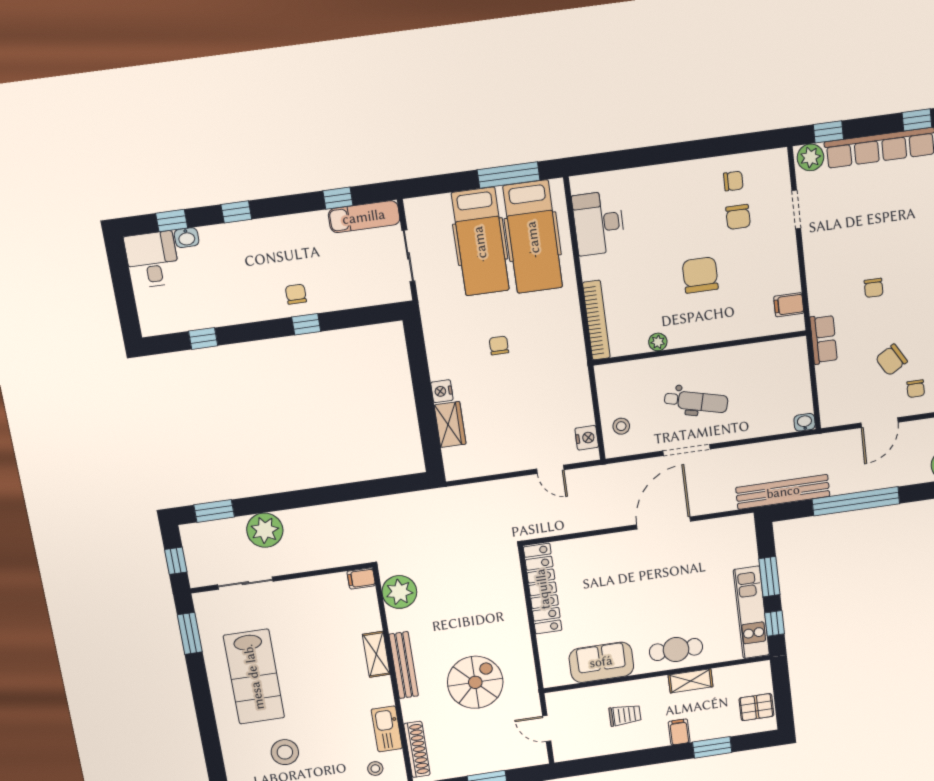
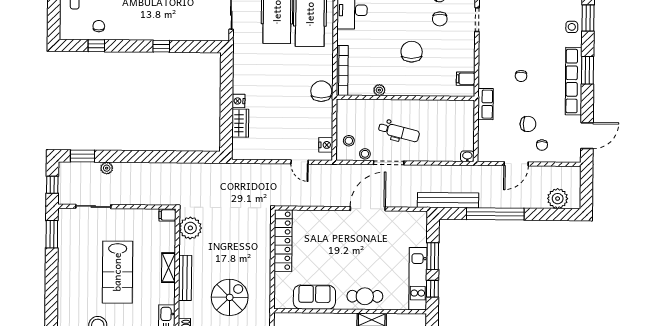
chair: (296, 294) -> (99, 26), moved
chair: (499, 345) -> (321, 91), moved, width x1.87, depth x1.87
chair: (891, 360) -> (528, 124), turned -149
stool: (649, 442) -> (365, 154), added
plant: (265, 530) -> (107, 168), width x0.53, depth x0.53
lab bench: (254, 677) -> (117, 272), moved

